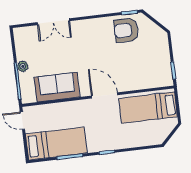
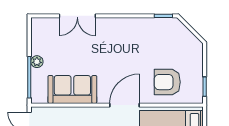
armchair: (126, 30) -> (167, 82), moved
door: (105, 95) -> (124, 105), hinge flipped

